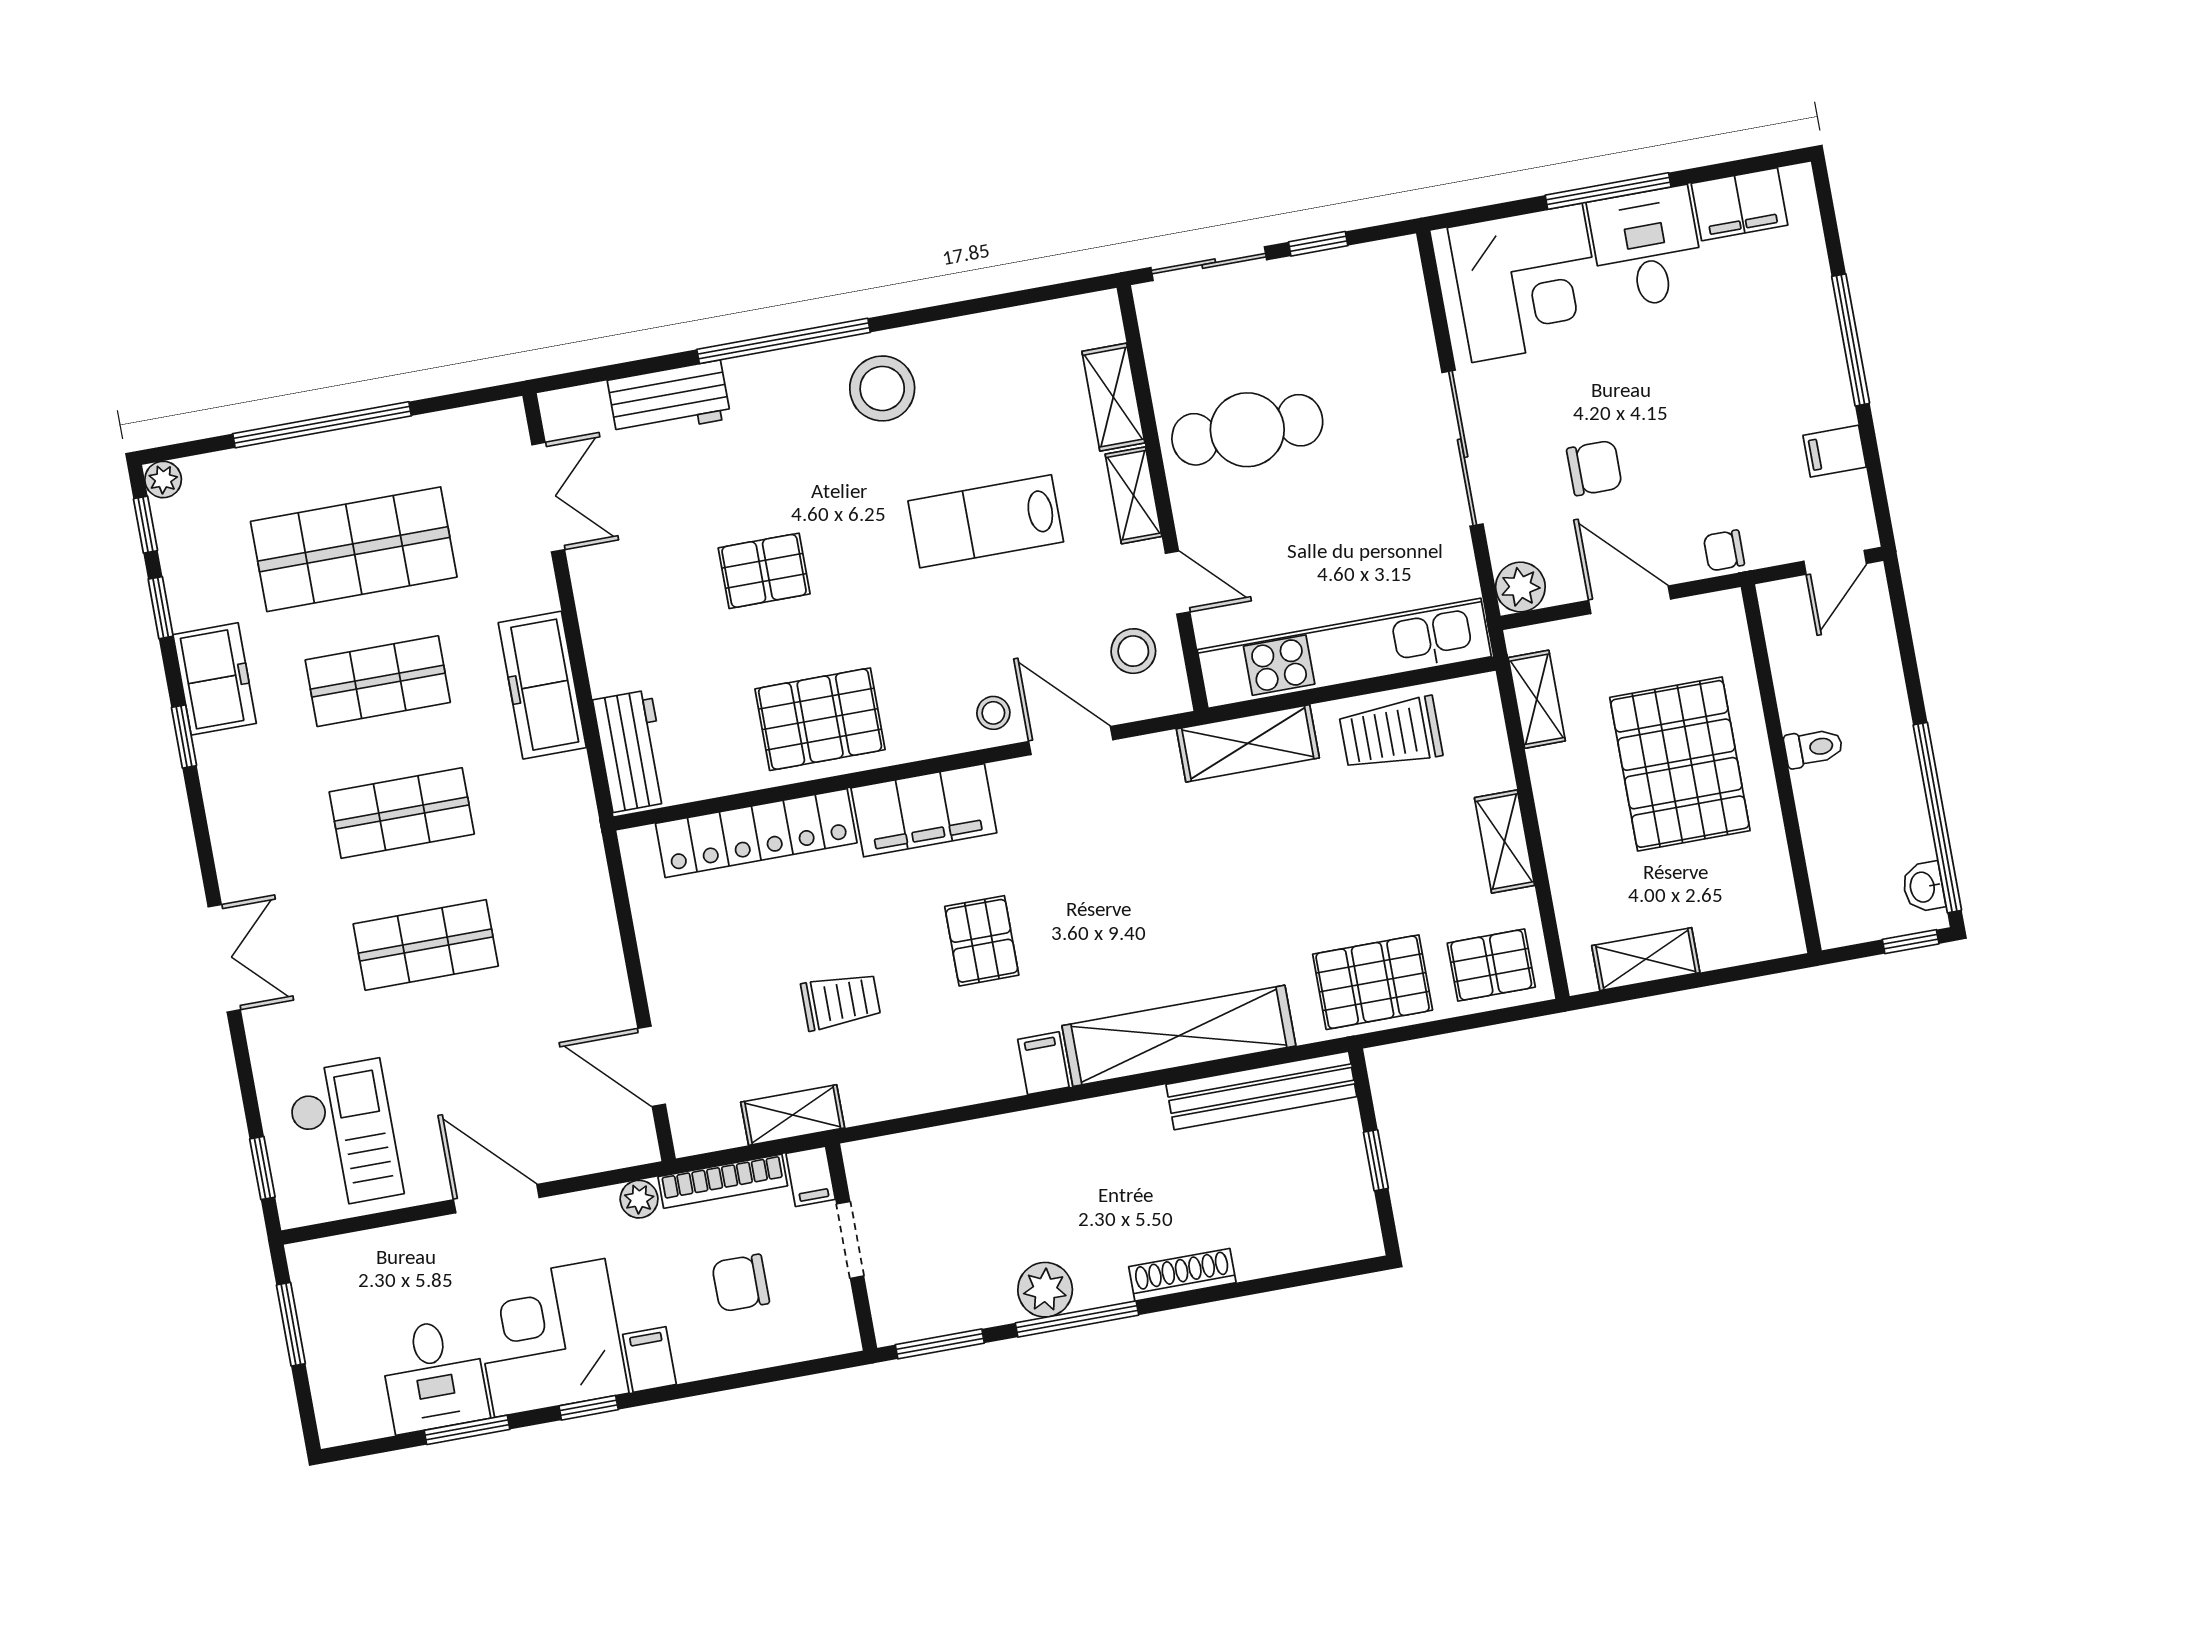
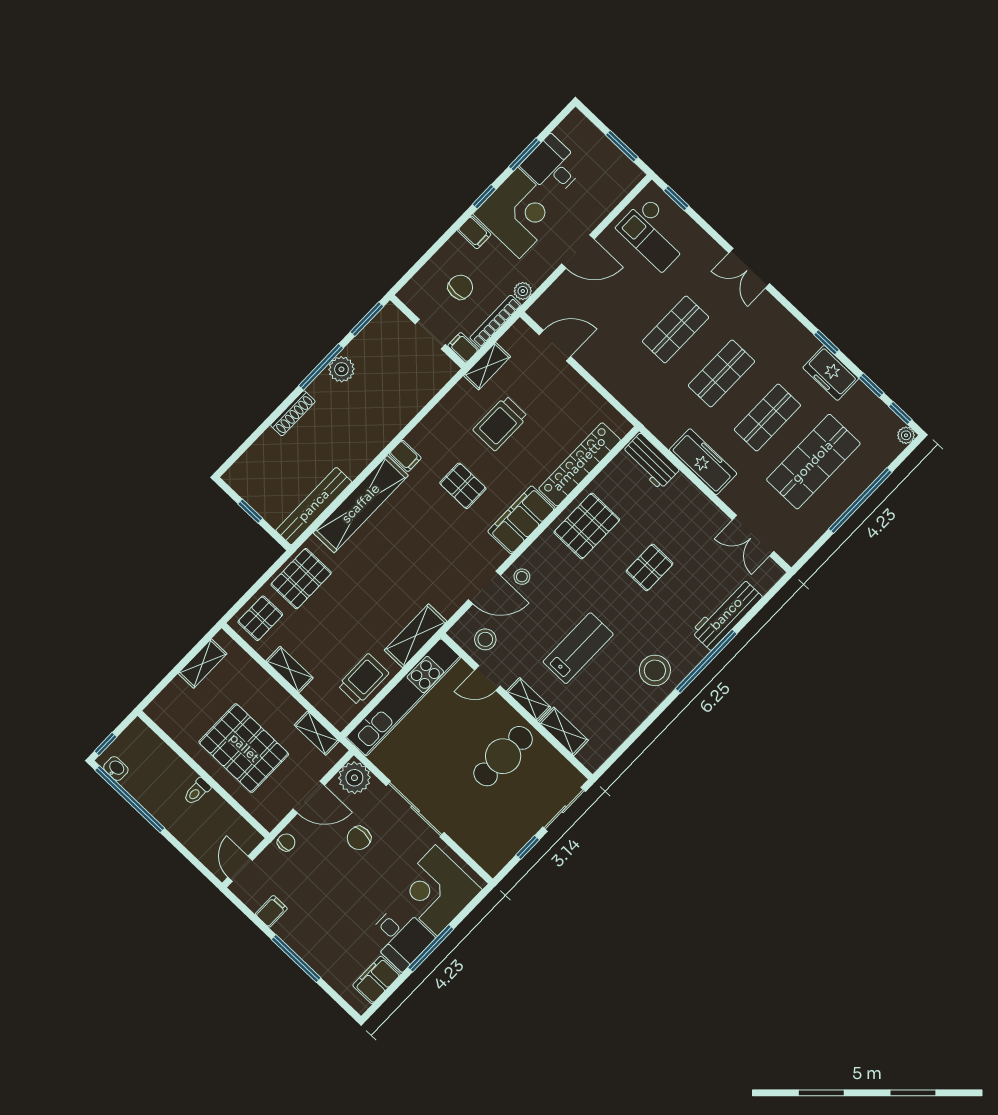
workbench: (669, 399) -> (727, 614), width x1.38
plant: (1520, 587) -> (354, 778), width x1.36, depth x1.36
trolley: (841, 1001) -> (500, 423), width x1.36, depth x1.39

